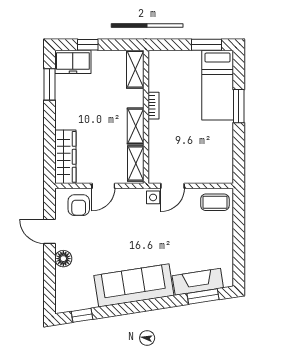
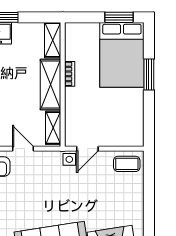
bed: (218, 85) -> (122, 55), width x1.50
shelving: (136, 126) -> (50, 84), width x1.50, depth x1.33
door: (103, 186) -> (23, 149), swing flipped

